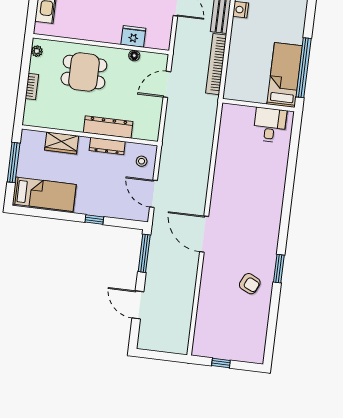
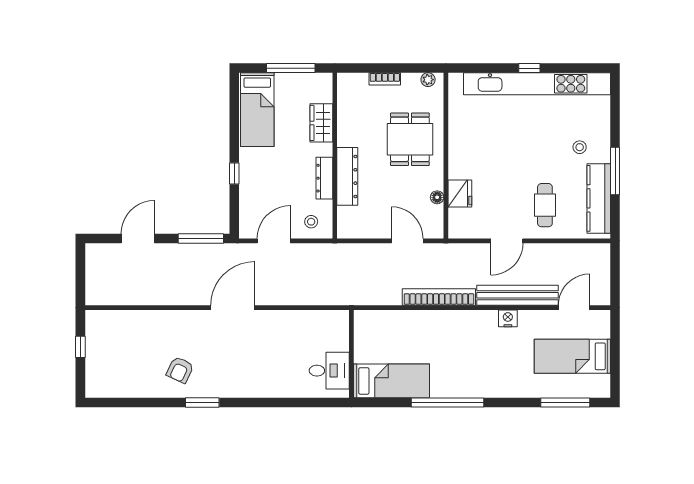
bed: (285, 75) -> (391, 381), moved
wall: (258, 105) -> (351, 354), moved
desk: (270, 125) -> (329, 371), moved

